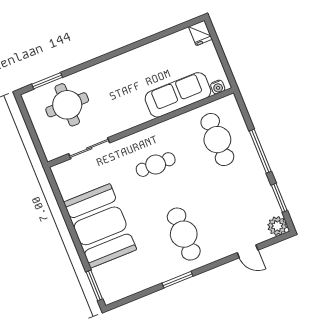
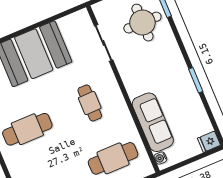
window: (132, 47) -> (196, 80), added

